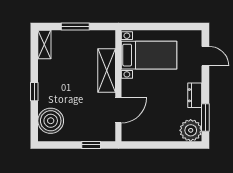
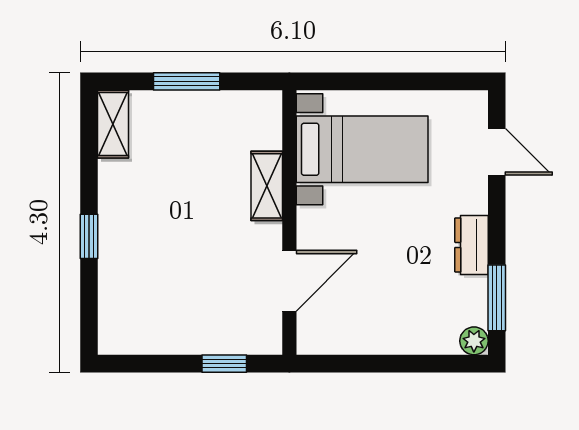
shelving: (107, 70) -> (267, 186), width x0.67, depth x0.75
boiler: (51, 121) -> (128, 306), removed
plant: (191, 130) -> (474, 341), width x0.53, depth x0.53

